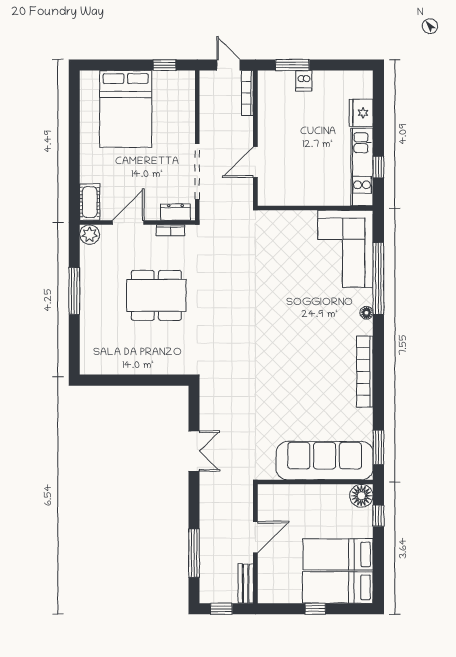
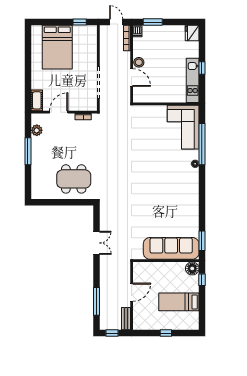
dishwasher: (304, 81) -> (137, 31), moved
fridge: (361, 113) -> (192, 33), moved
stool: (268, 135) -> (139, 62), added
door: (255, 162) -> (132, 77), swing flipped
window: (378, 167) -> (202, 68), moved
dresser: (175, 212) -> (86, 106), removed
plant: (90, 235) -> (37, 130), moved
dining table: (156, 295) -> (74, 179), moved
bookcase: (365, 372) -> (194, 197), removed
bed: (338, 587) -> (179, 321), removed

